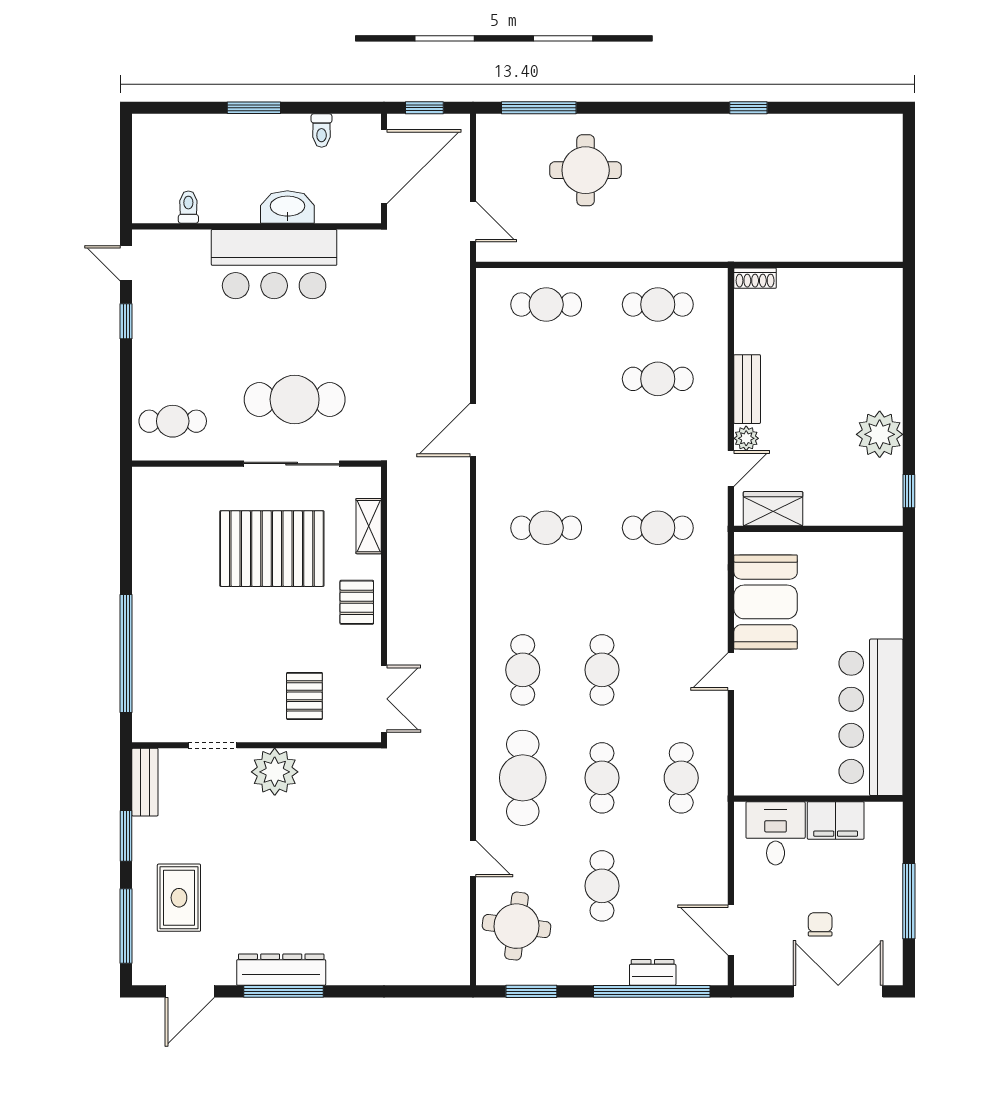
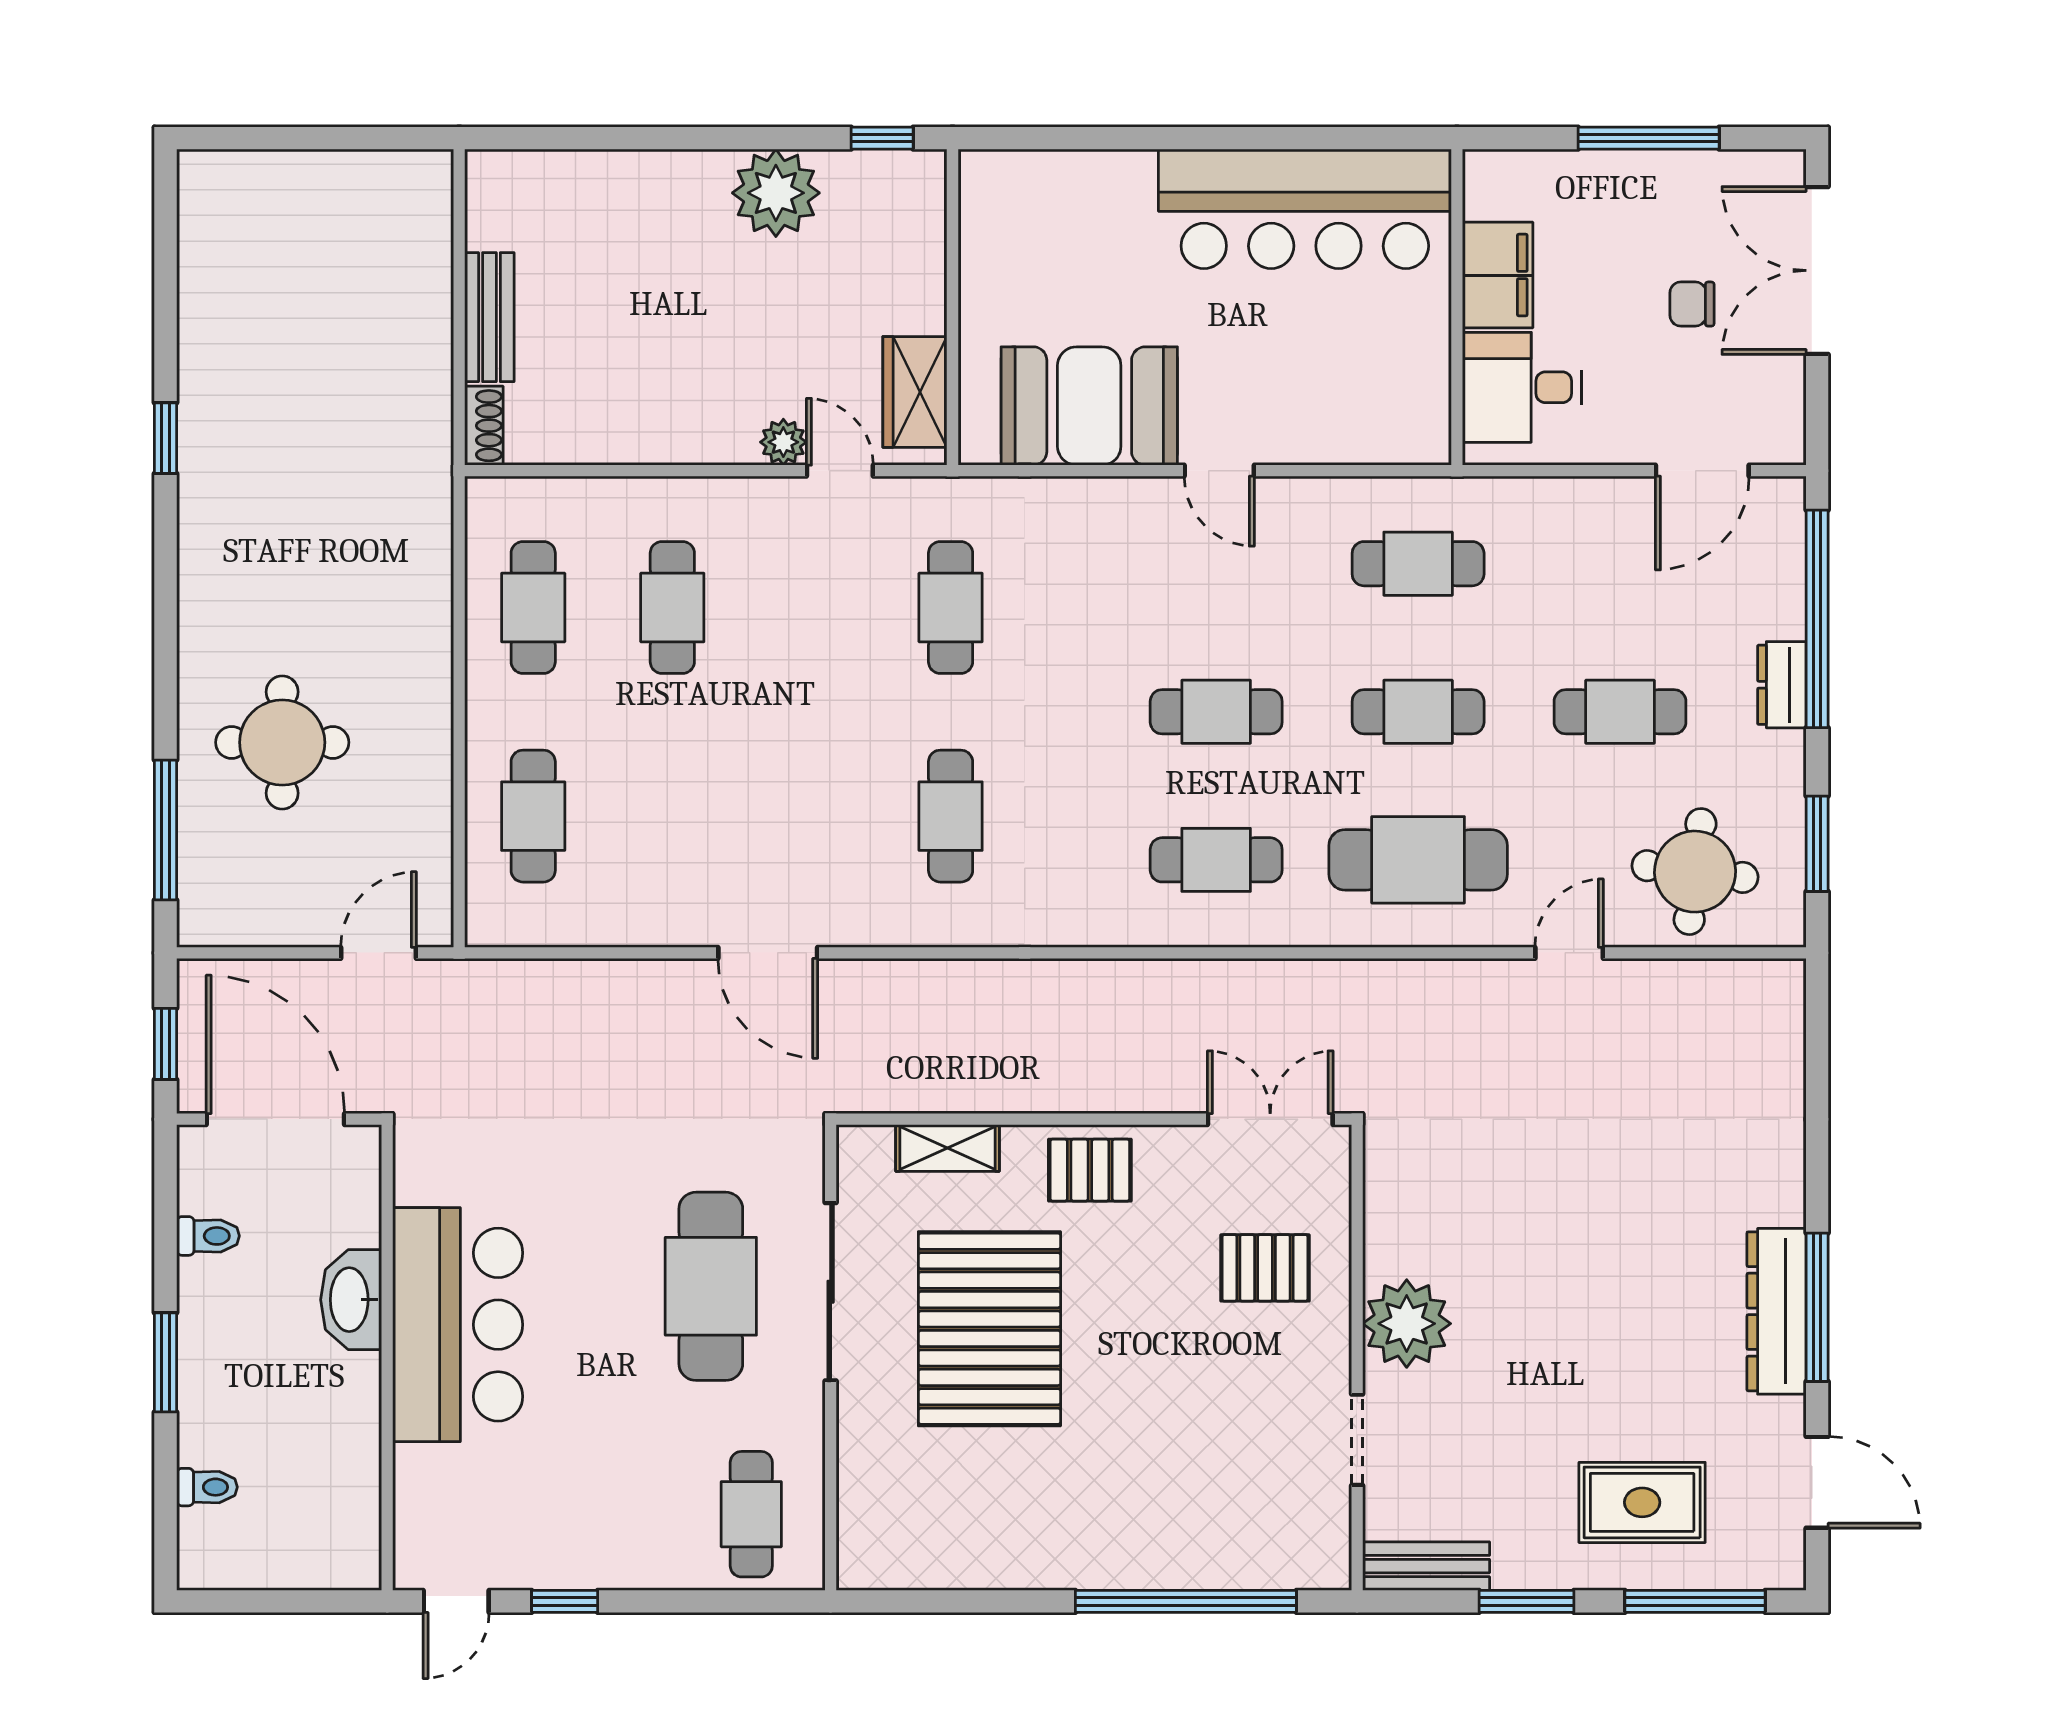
toilet: (188, 207) -> (207, 1487), moved, turned 180
bench: (747, 389) -> (489, 317), moved, turned 90
dresser: (653, 972) -> (1782, 685), moved

